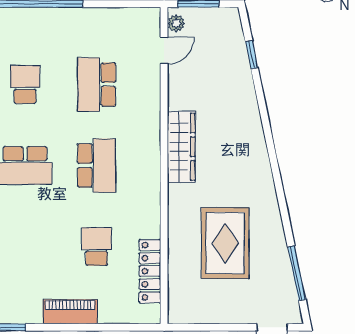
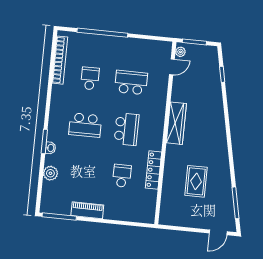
school desk: (97, 84) -> (131, 83), turned 90
rug: (225, 243) -> (196, 181), width x0.73, depth x0.70
locker: (150, 271) -> (153, 170), moved
piano: (70, 312) -> (87, 210), moved

